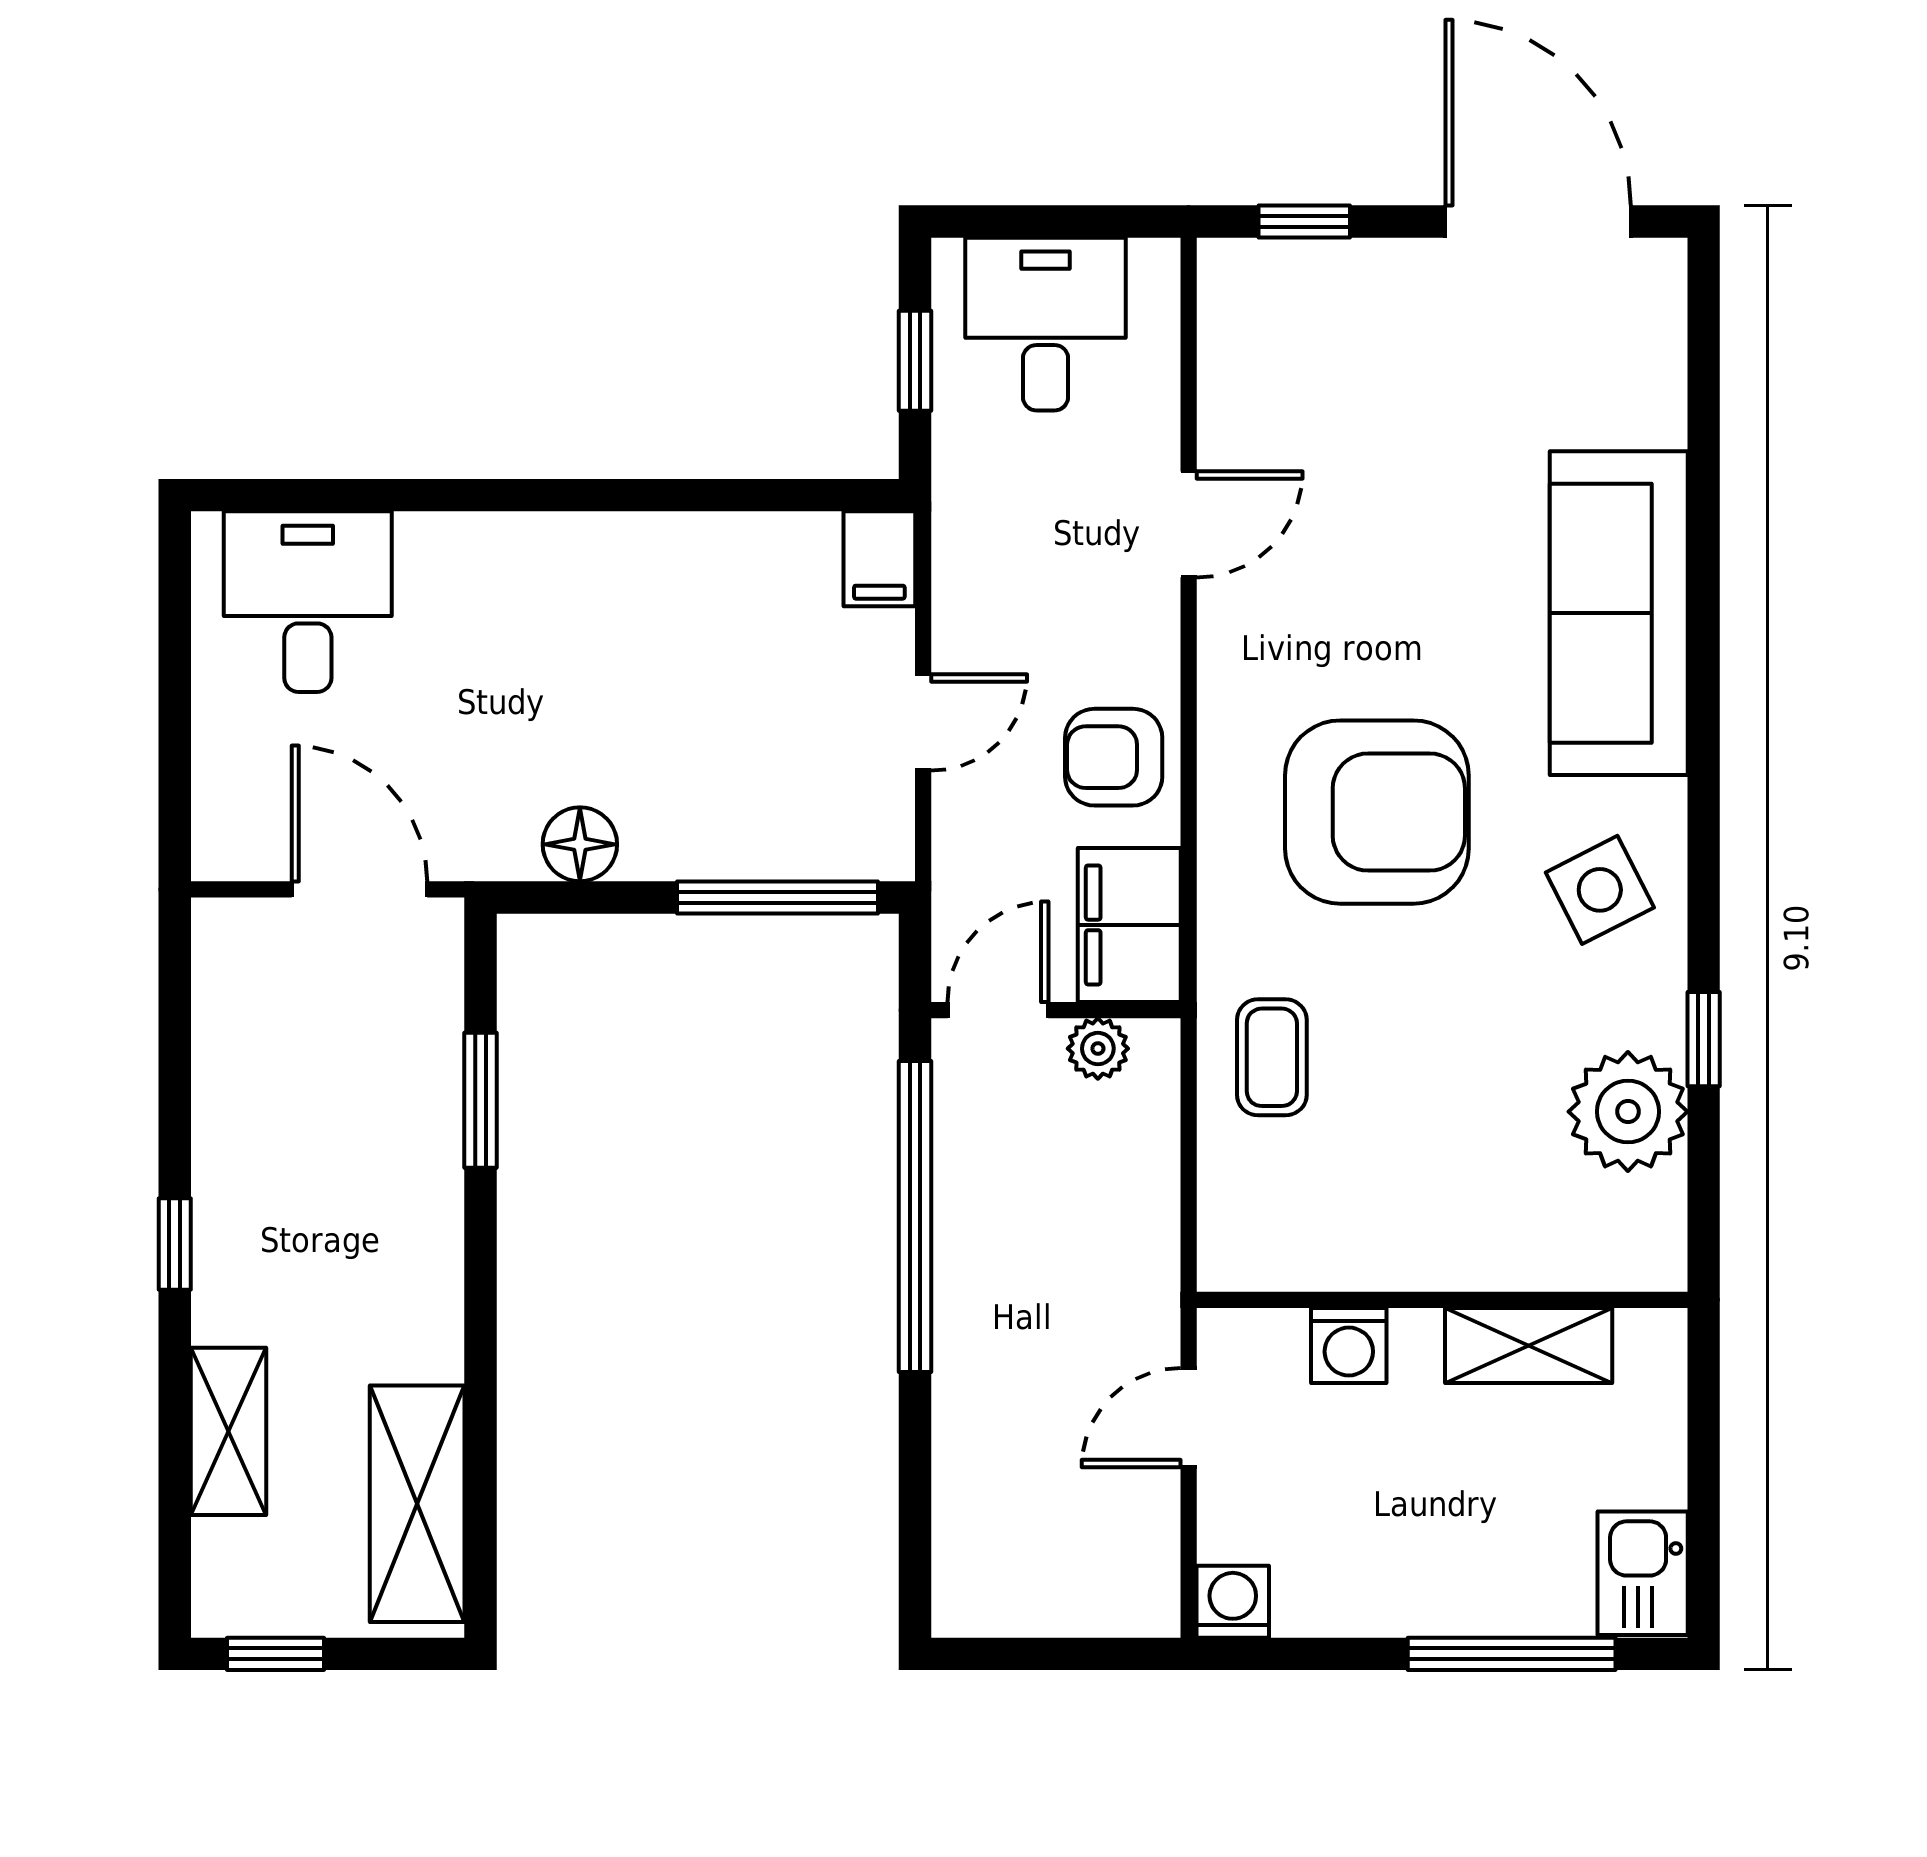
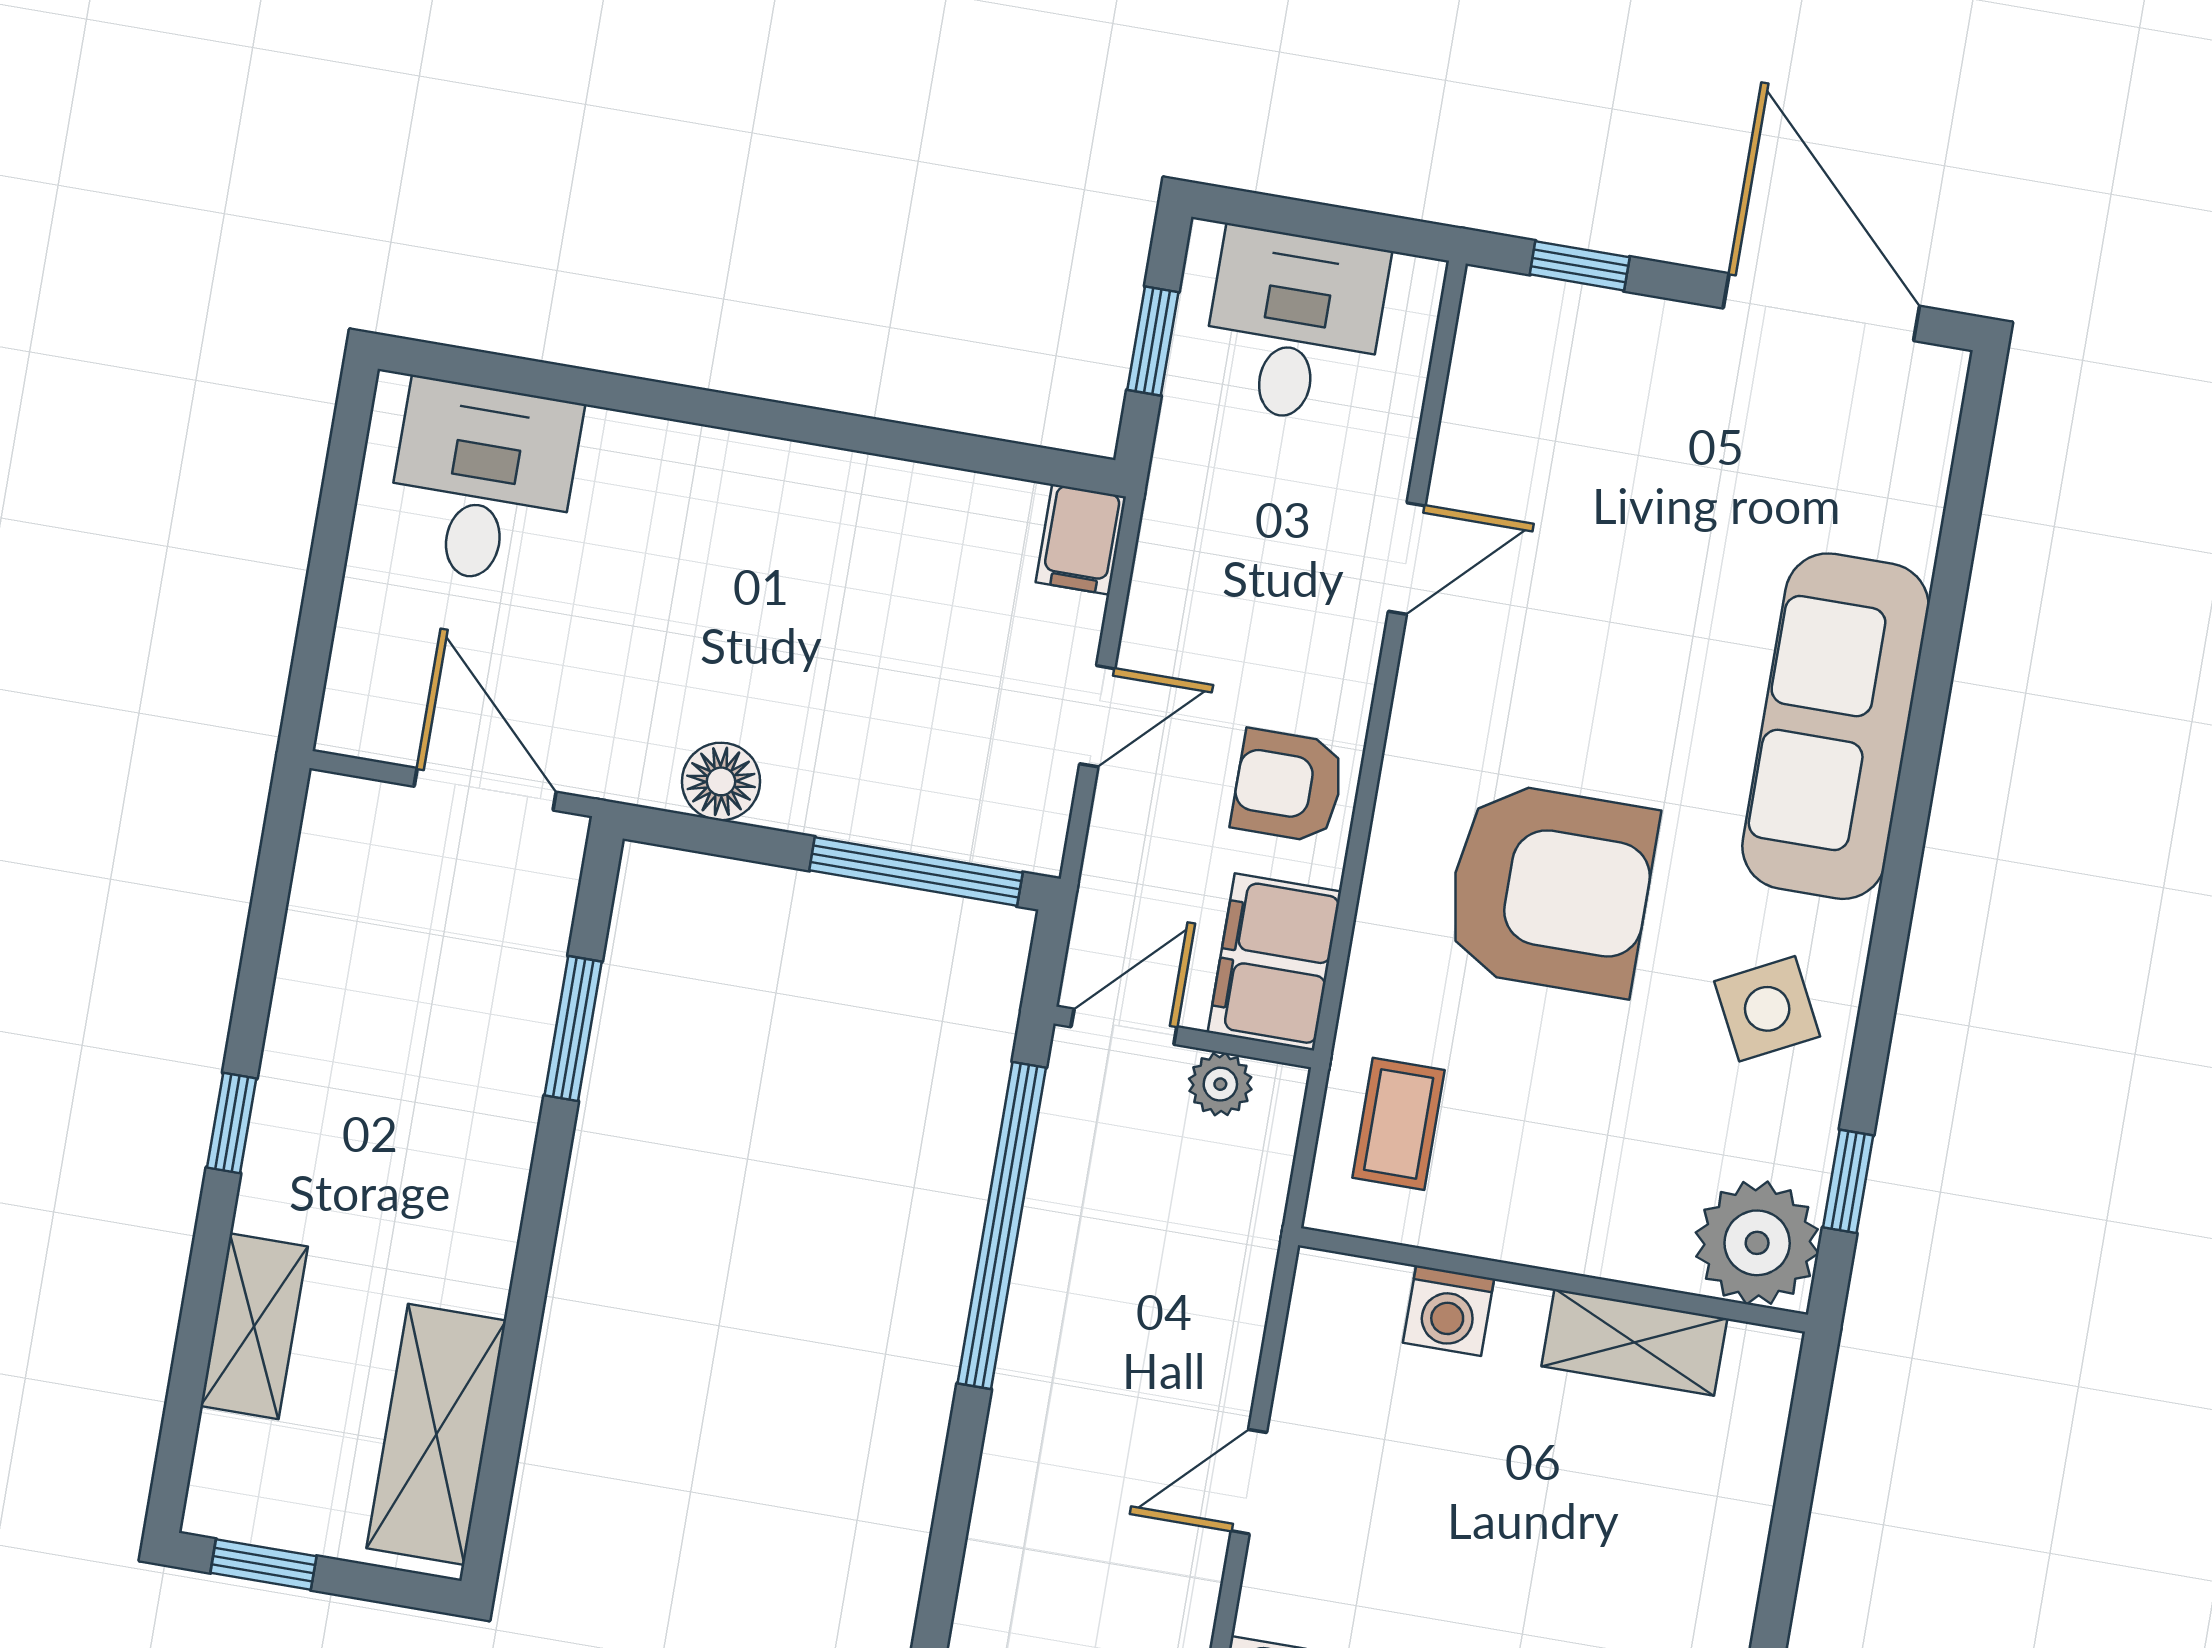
wall: (1442, 1300) -> (1553, 1280), moved
washing machine: (1349, 1345) -> (1449, 1311), moved
shelving: (1529, 1345) -> (1634, 1342), moved

